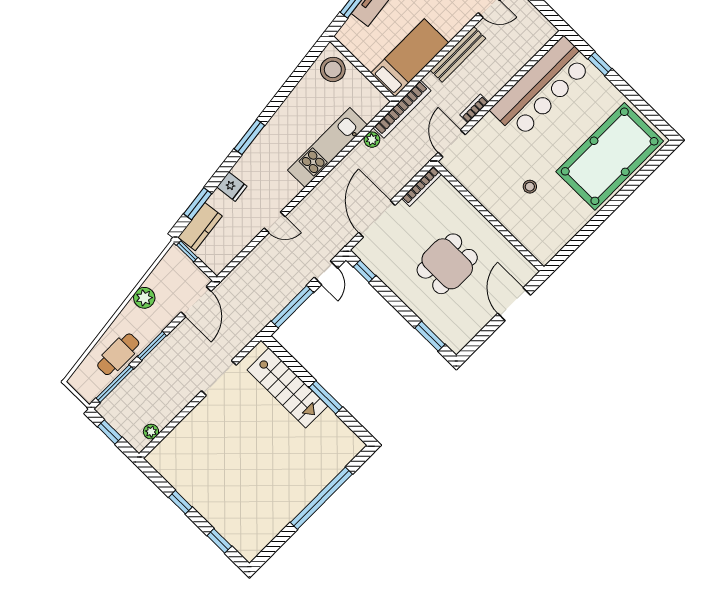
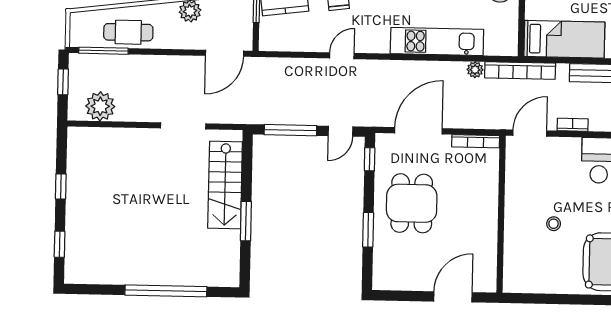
door: (275, 222) -> (342, 56), swing flipped
dining table: (447, 264) -> (412, 203), moved, turned 90
window: (430, 336) -> (368, 230), moved
window: (152, 346) -> (159, 52), removed
plant: (151, 432) -> (100, 106), width x1.87, depth x1.87

